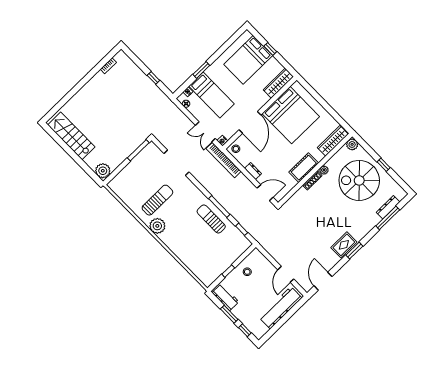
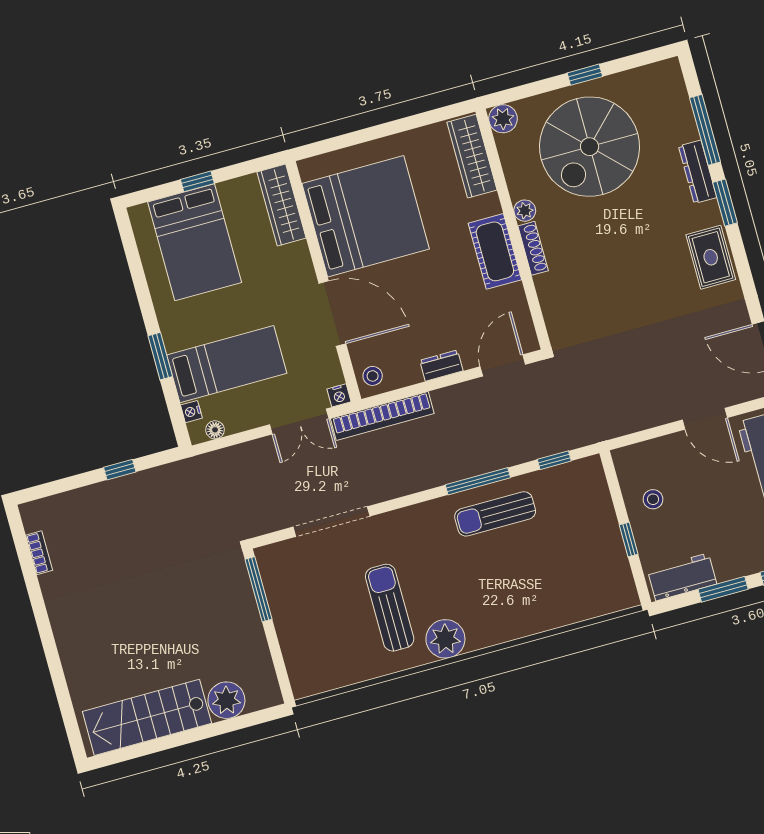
plant: (103, 171) -> (226, 700), moved
dresser: (388, 207) -> (698, 172), moved
window: (354, 251) -> (725, 203), moved

